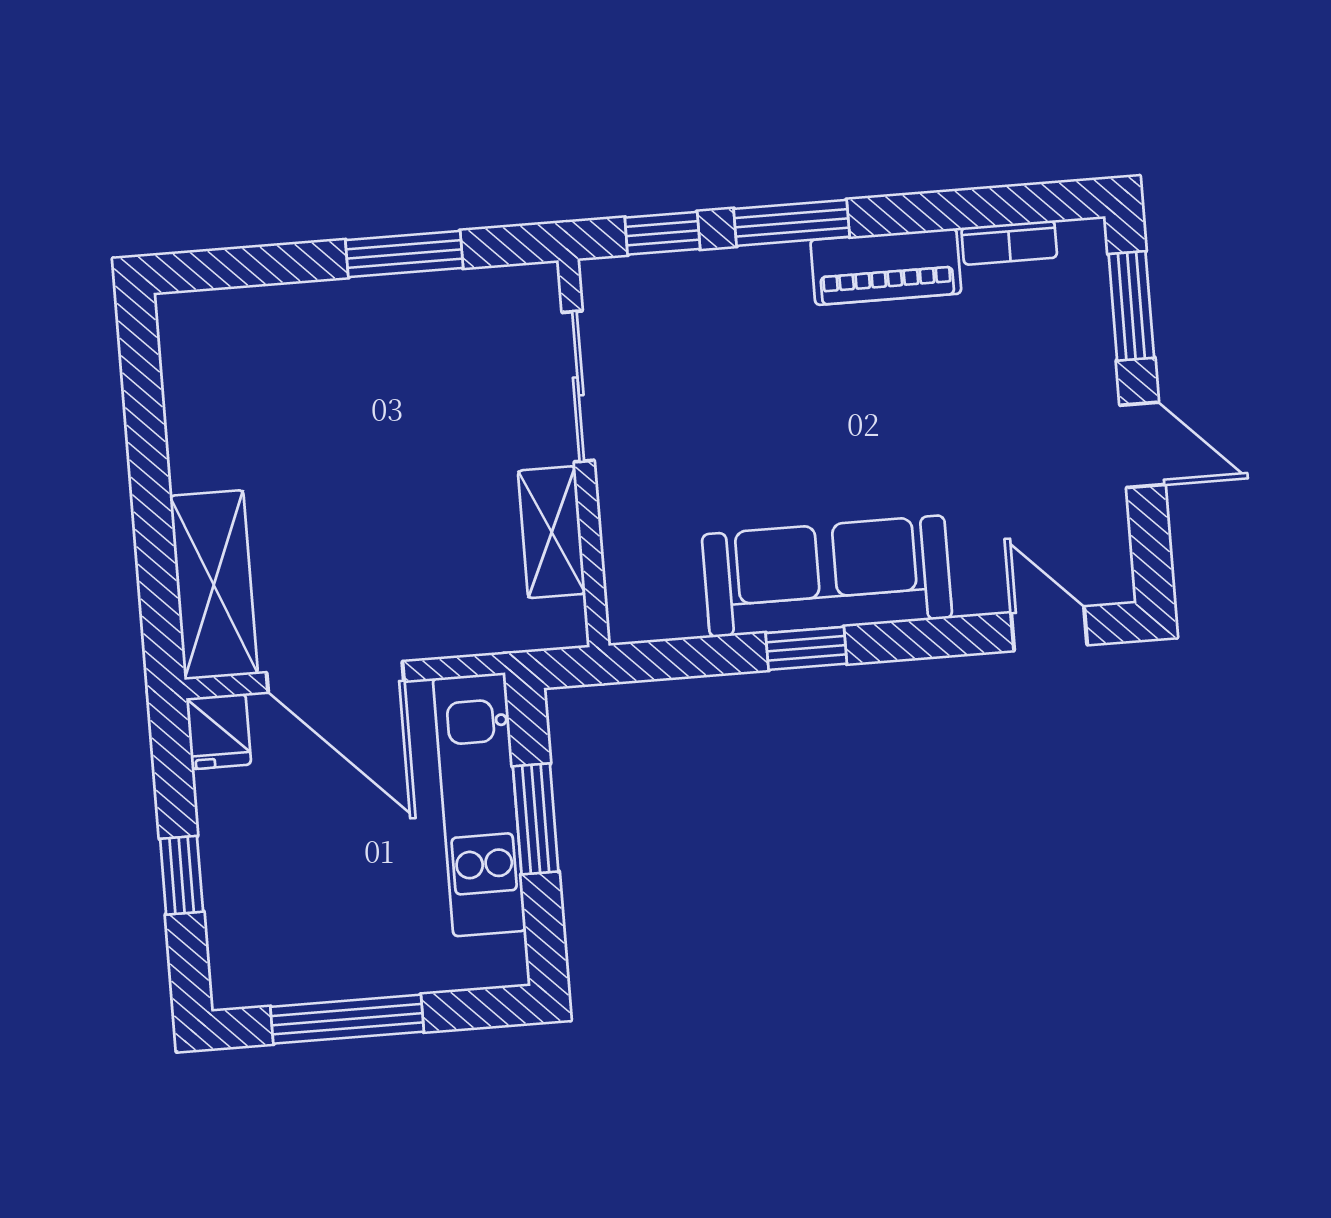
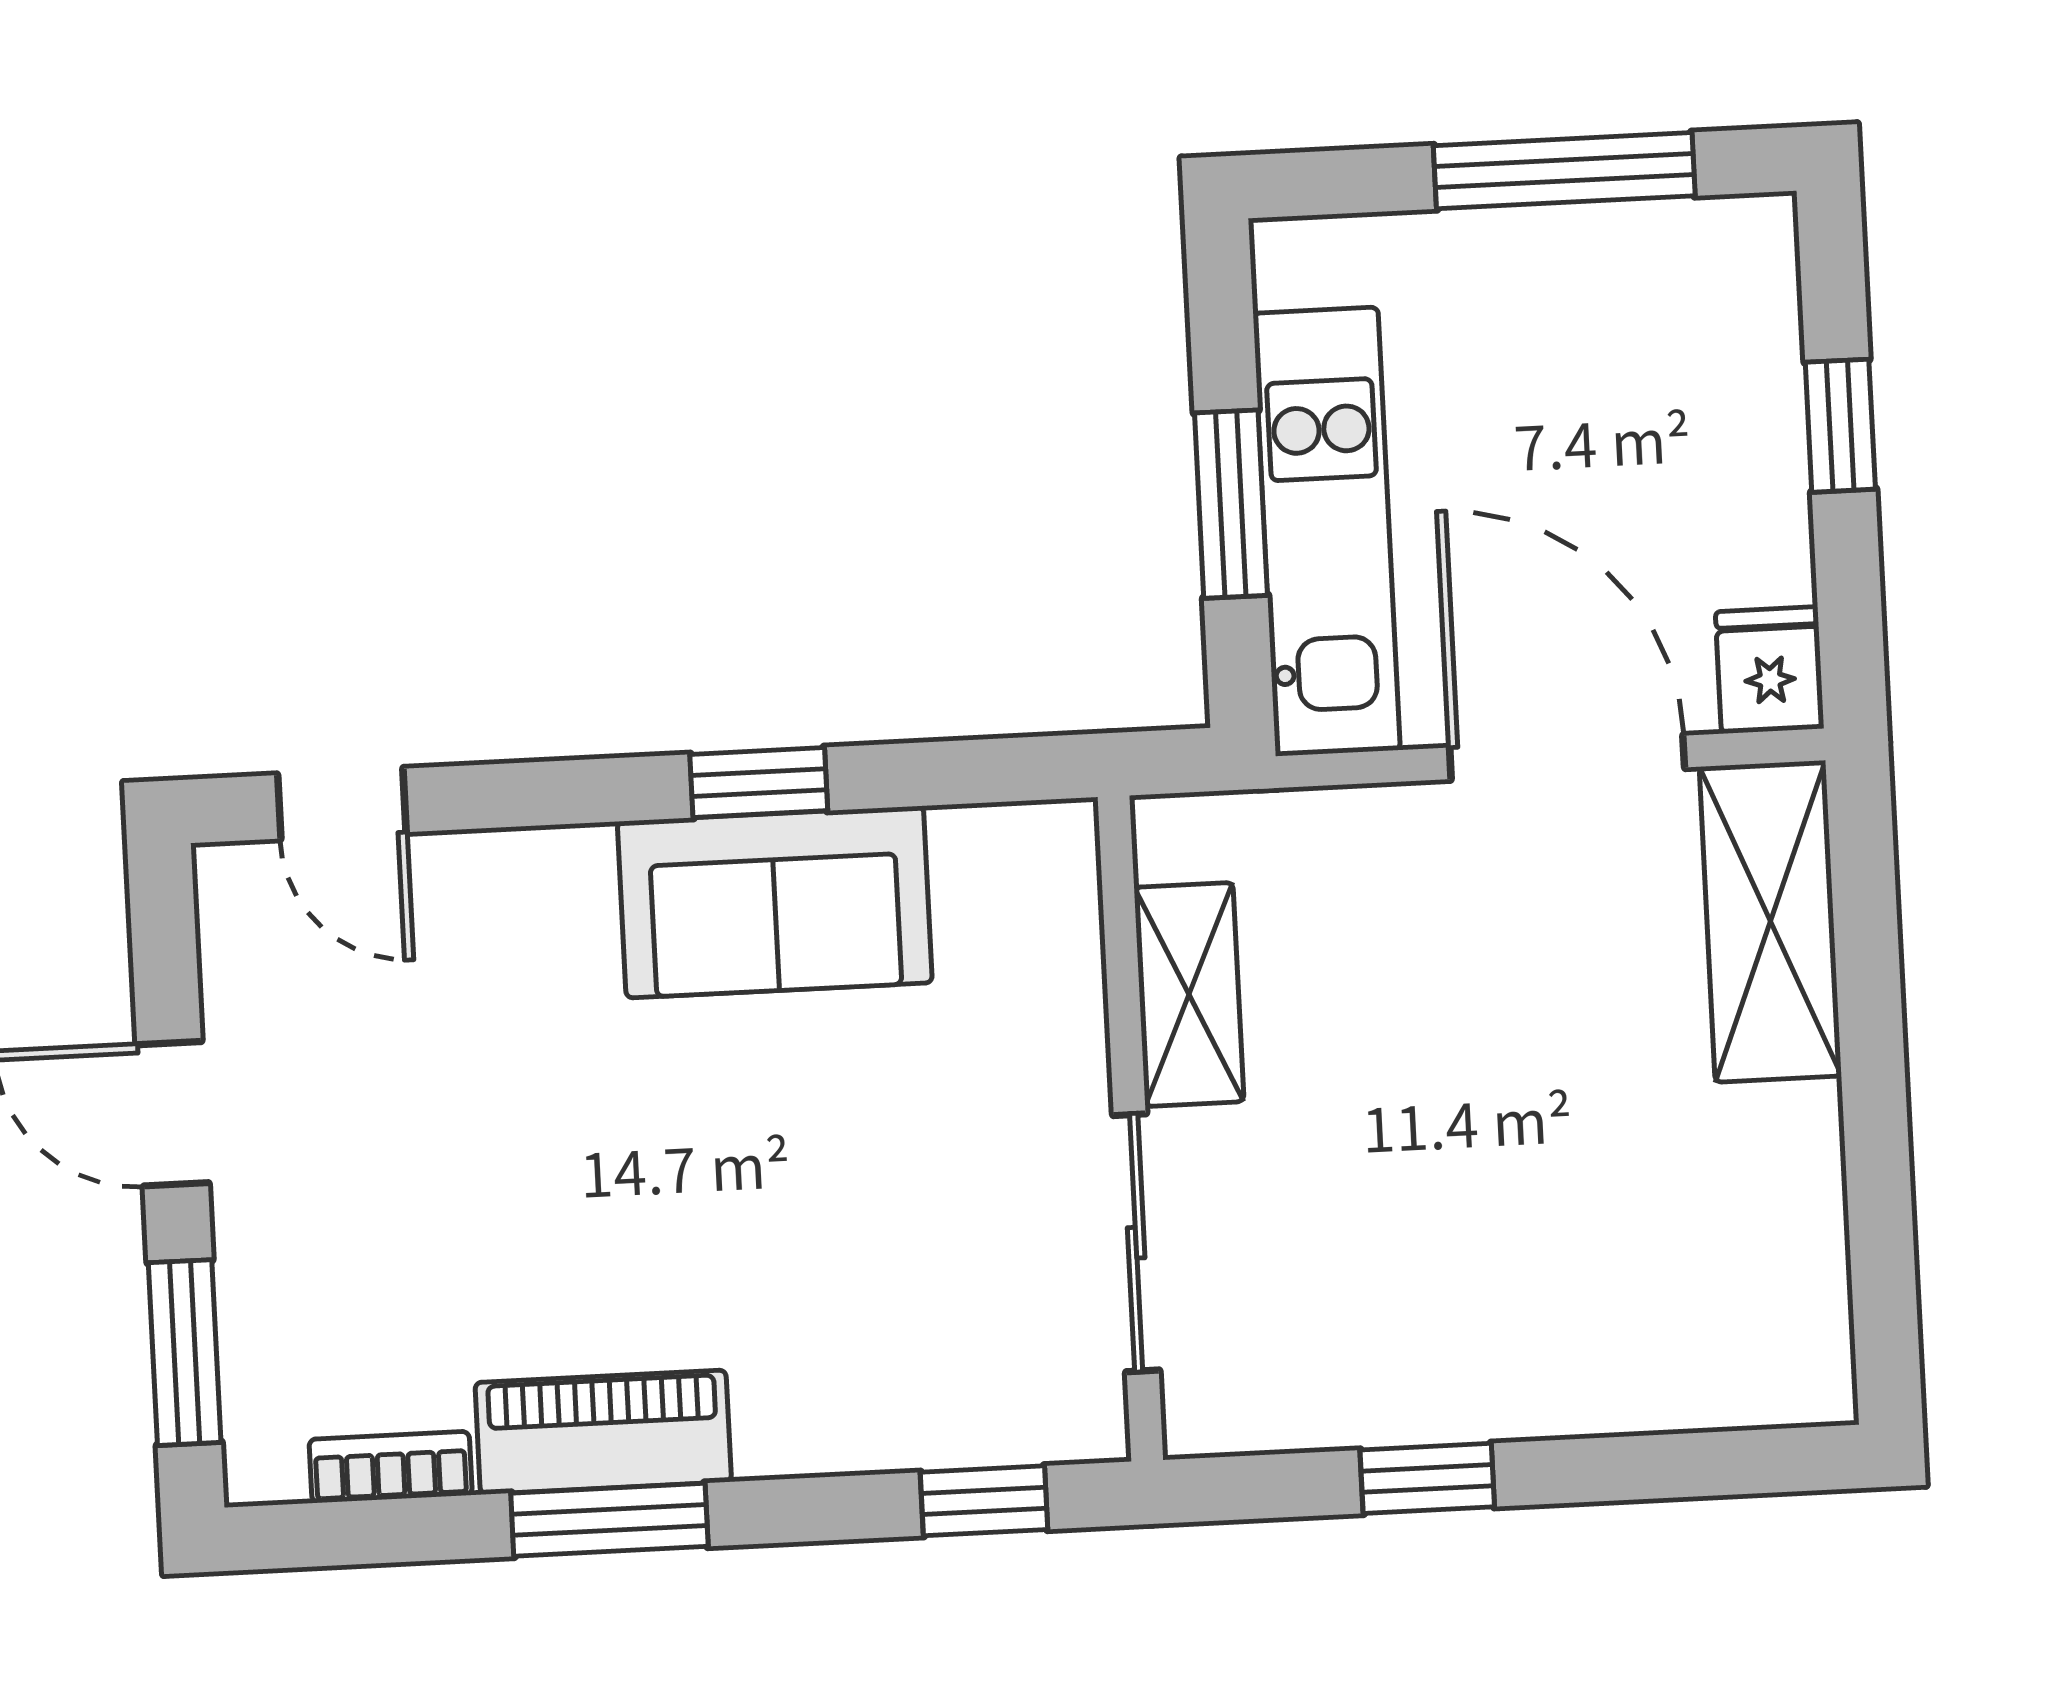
window: (792, 223) -> (609, 1520), moved
window: (404, 254) -> (1427, 1478), width x0.67
sofa: (827, 576) -> (775, 902), width x0.73

